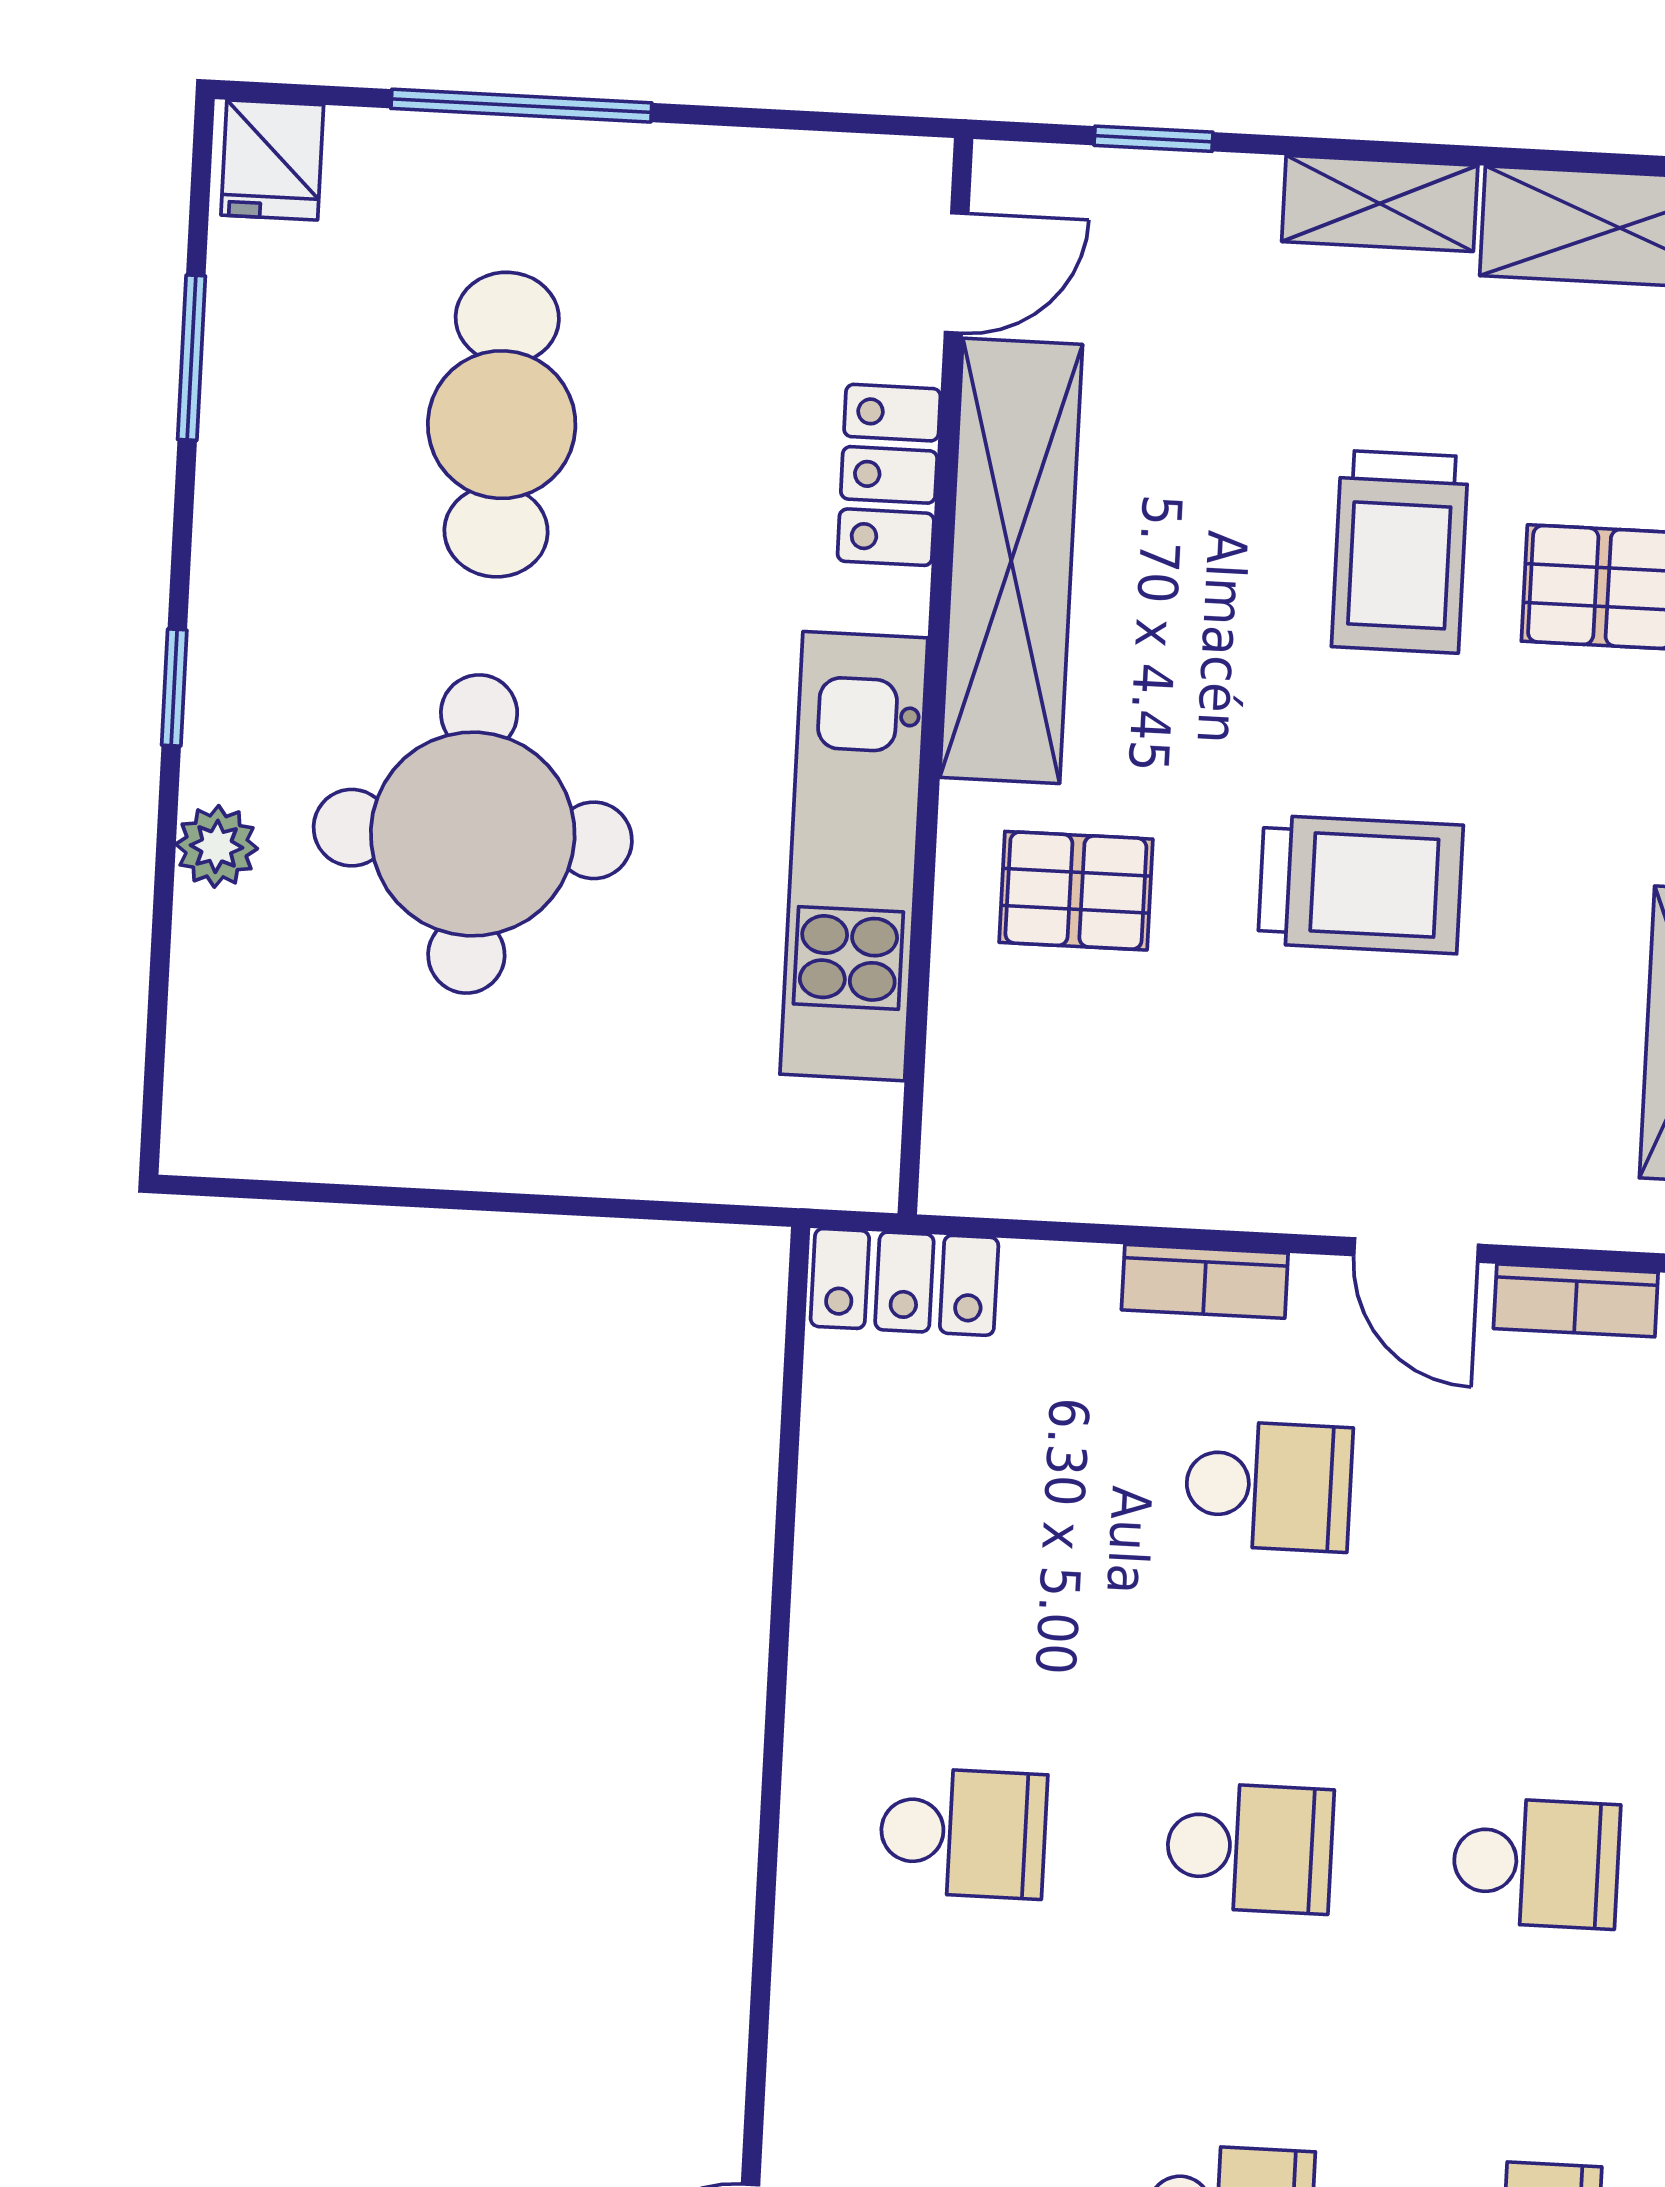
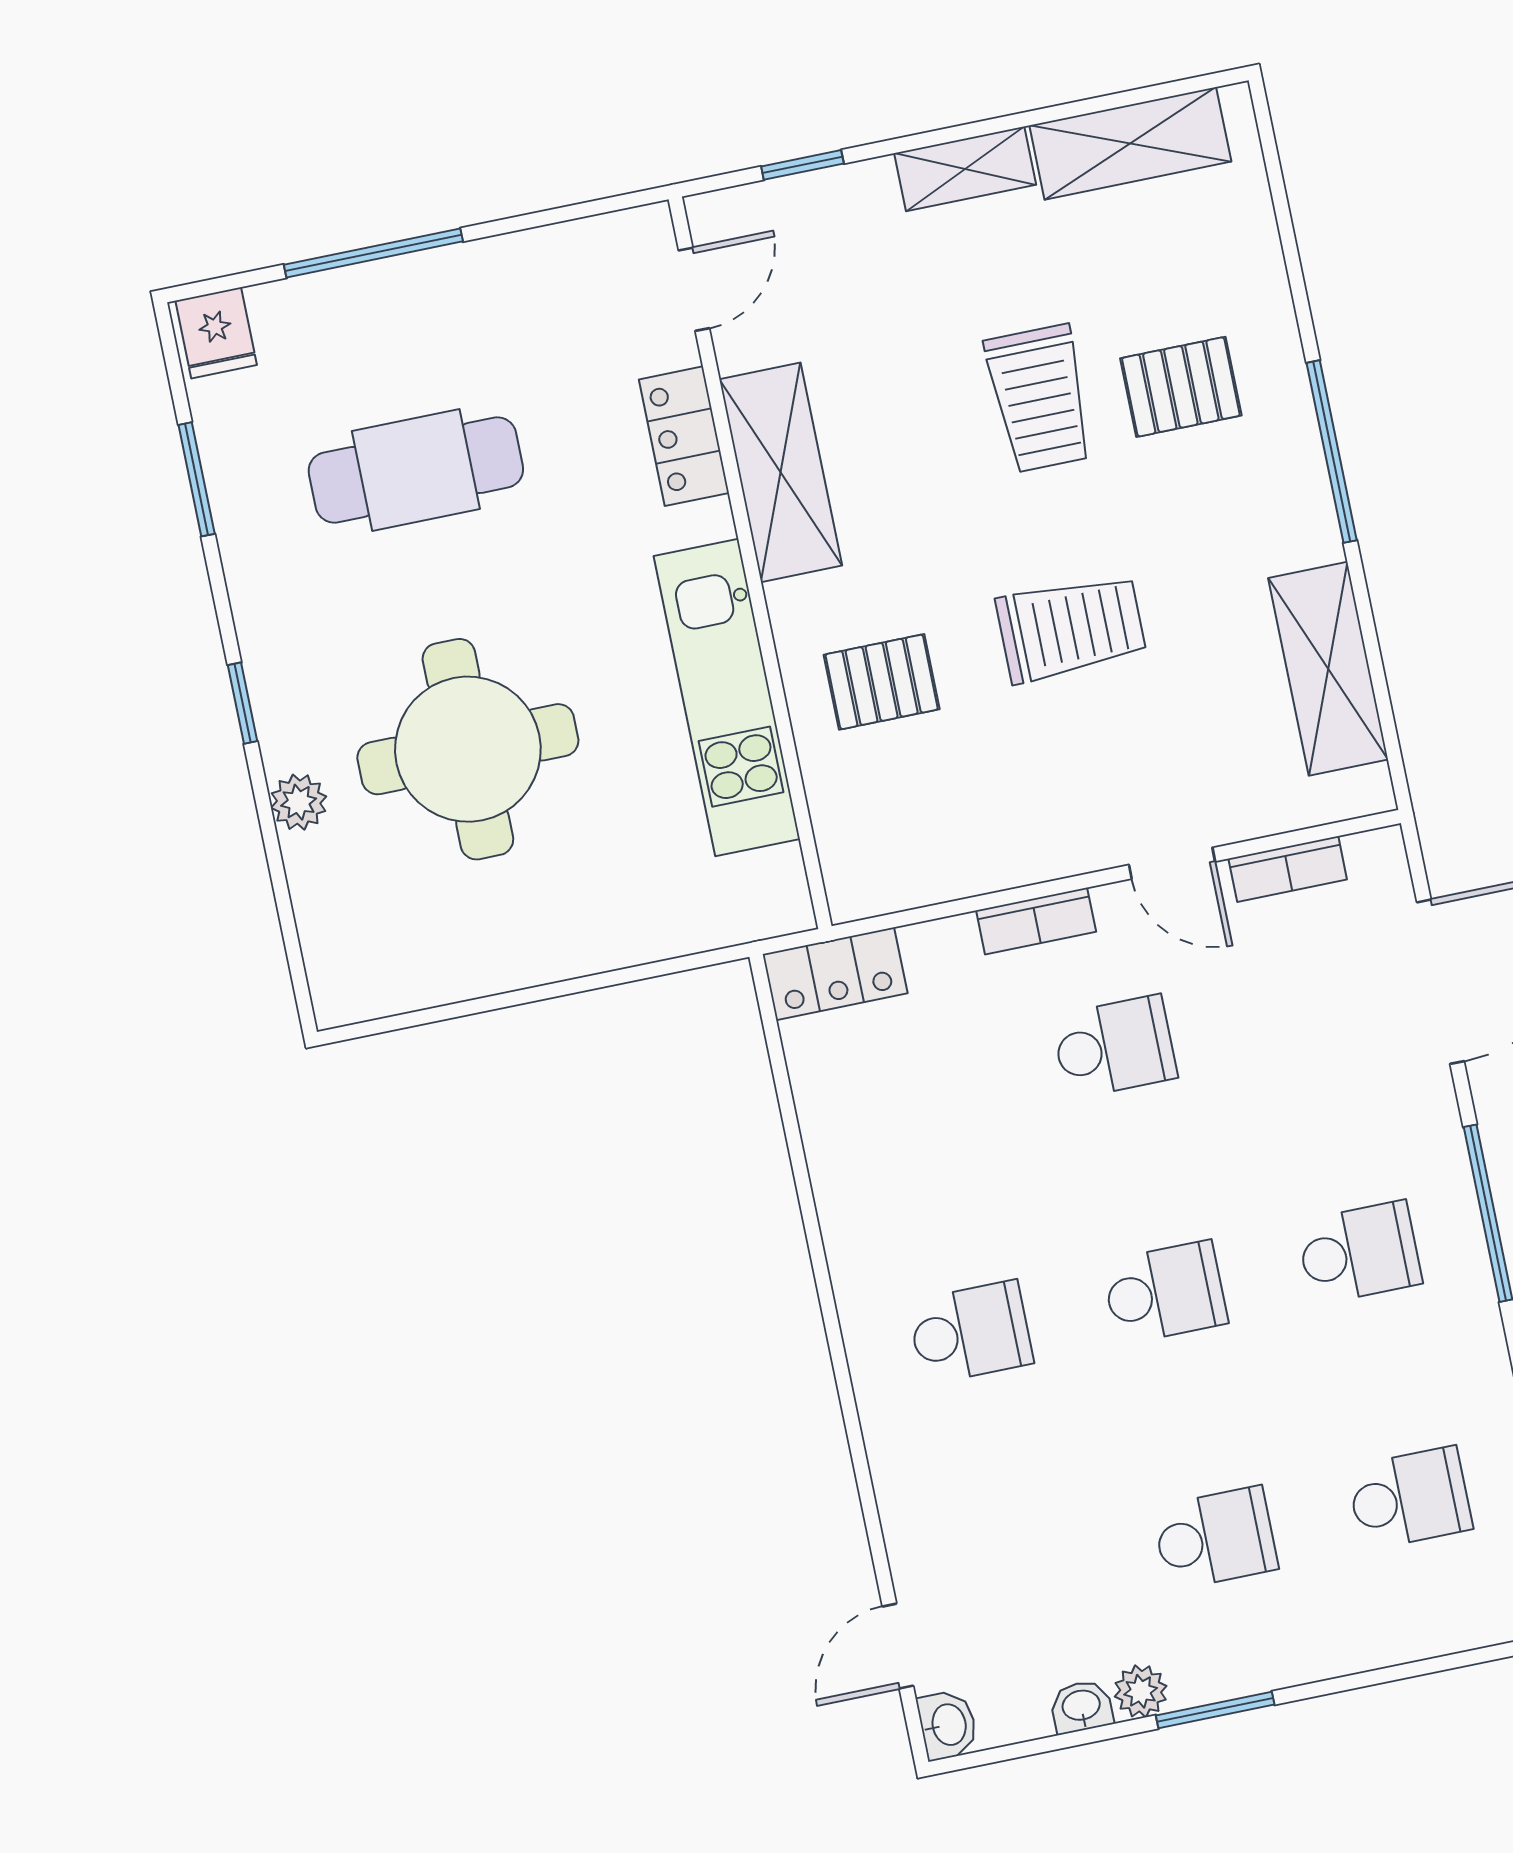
cafe table: (502, 425) -> (416, 470), turned 90
shelving: (1011, 561) -> (781, 472), width x0.68

